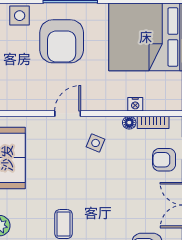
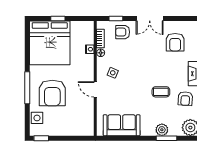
armchair: (62, 41) -> (52, 93), turned 90
armchair: (164, 160) -> (123, 32), turned 90

